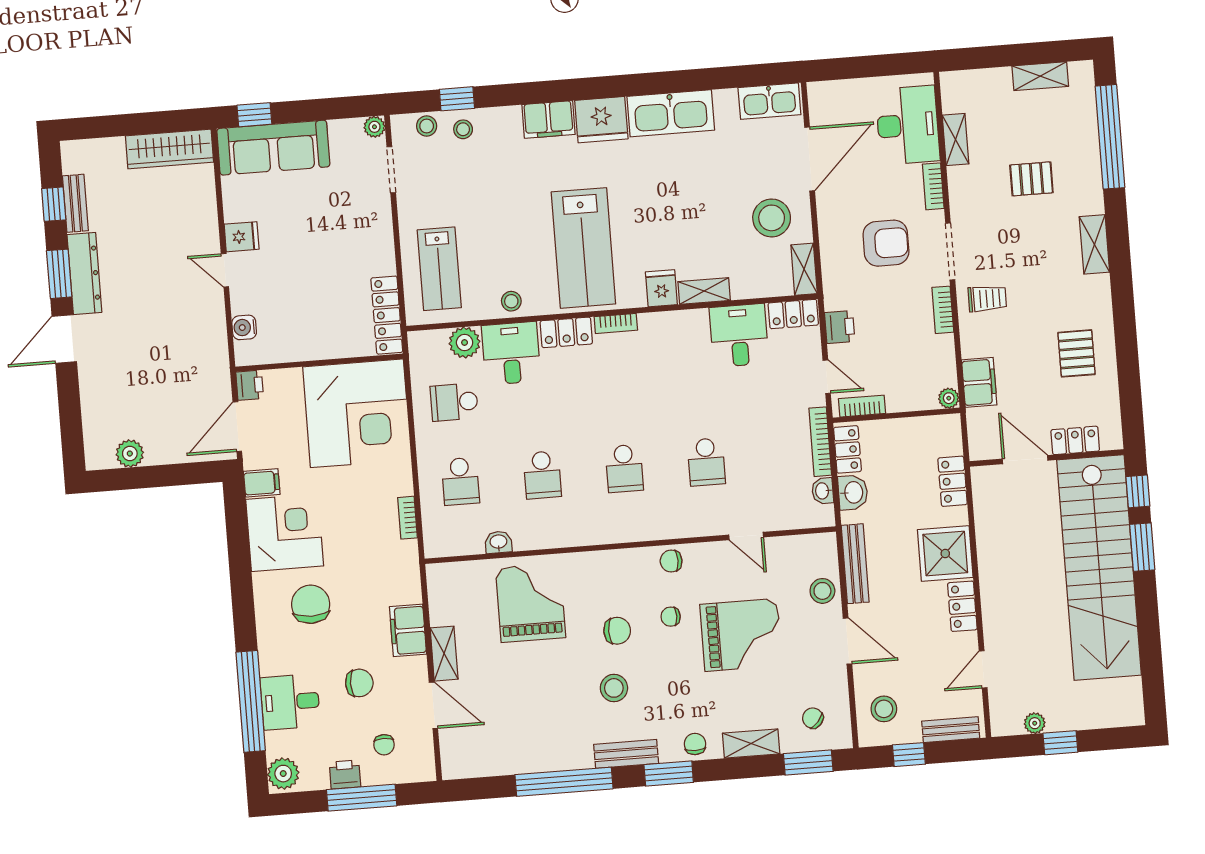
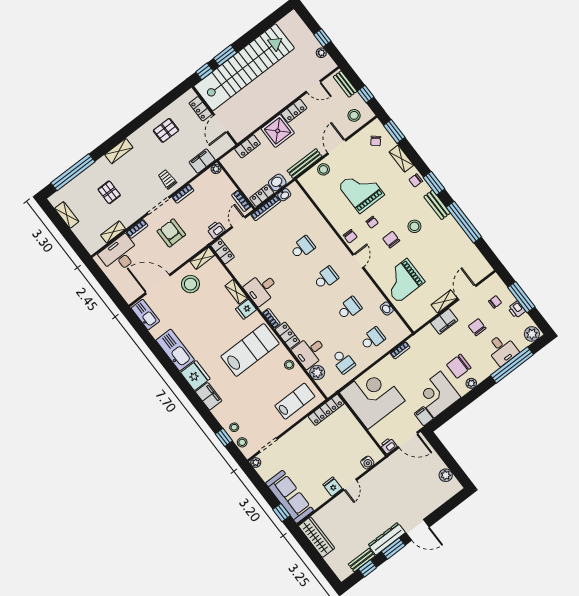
desk: (739, 335) -> (261, 289), moved
door: (746, 536) -> (358, 261), moved
plant: (265, 607) -> (471, 383), added

